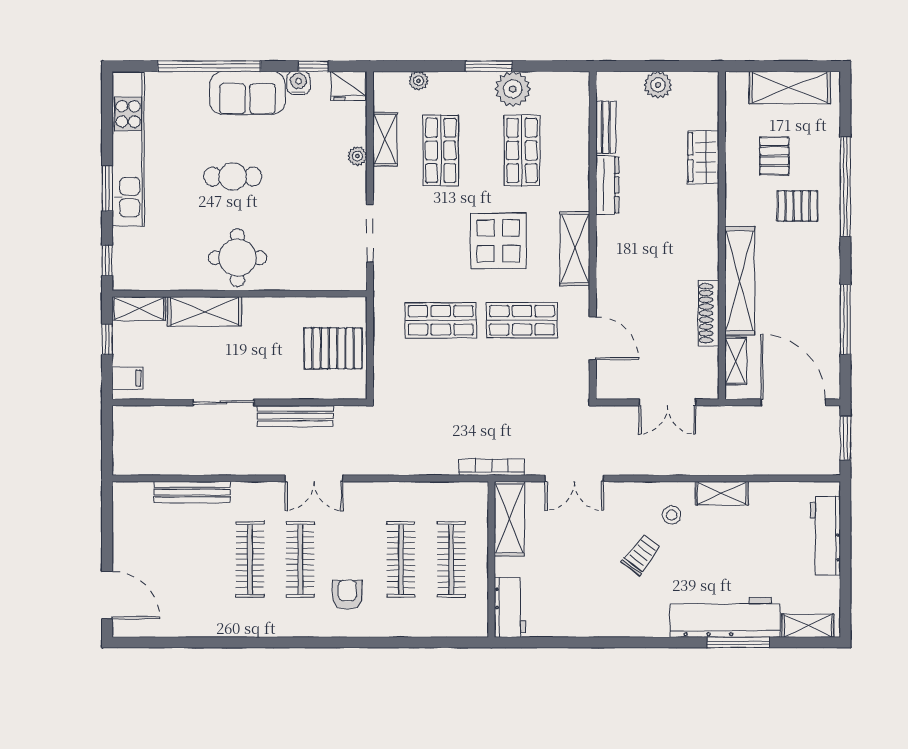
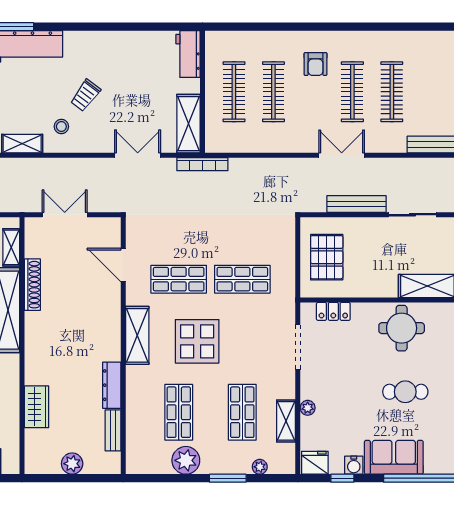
window: (489, 66) -> (228, 478), moved
locker: (325, 279) -> (333, 311), added
pallet: (333, 348) -> (327, 257), turned 90

